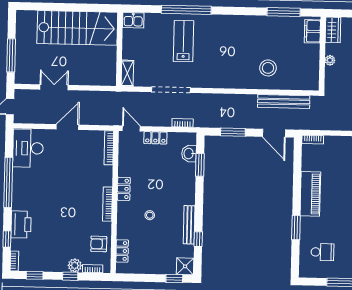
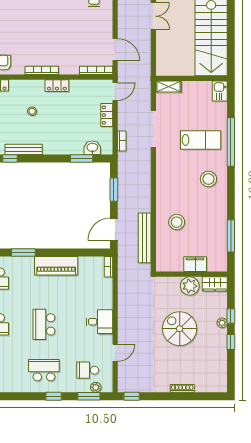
filing cabinet: (312, 31) -> (195, 264), moved
stool: (224, 34) -> (208, 179), added
plant: (330, 60) -> (190, 286), width x1.87, depth x1.87
door: (67, 127) -> (115, 50), moved

